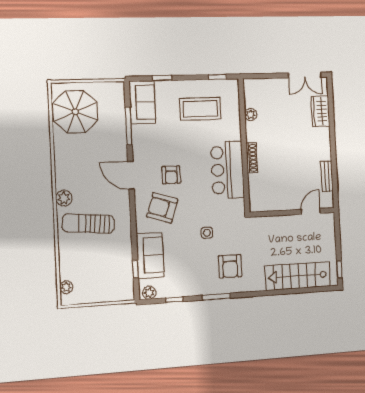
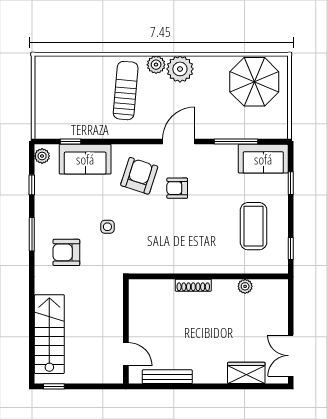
bar counter: (227, 170) -> (180, 255), removed
bench: (327, 176) -> (167, 377), width x1.36
plant: (66, 287) -> (180, 69), moved, width x1.88, depth x1.88

